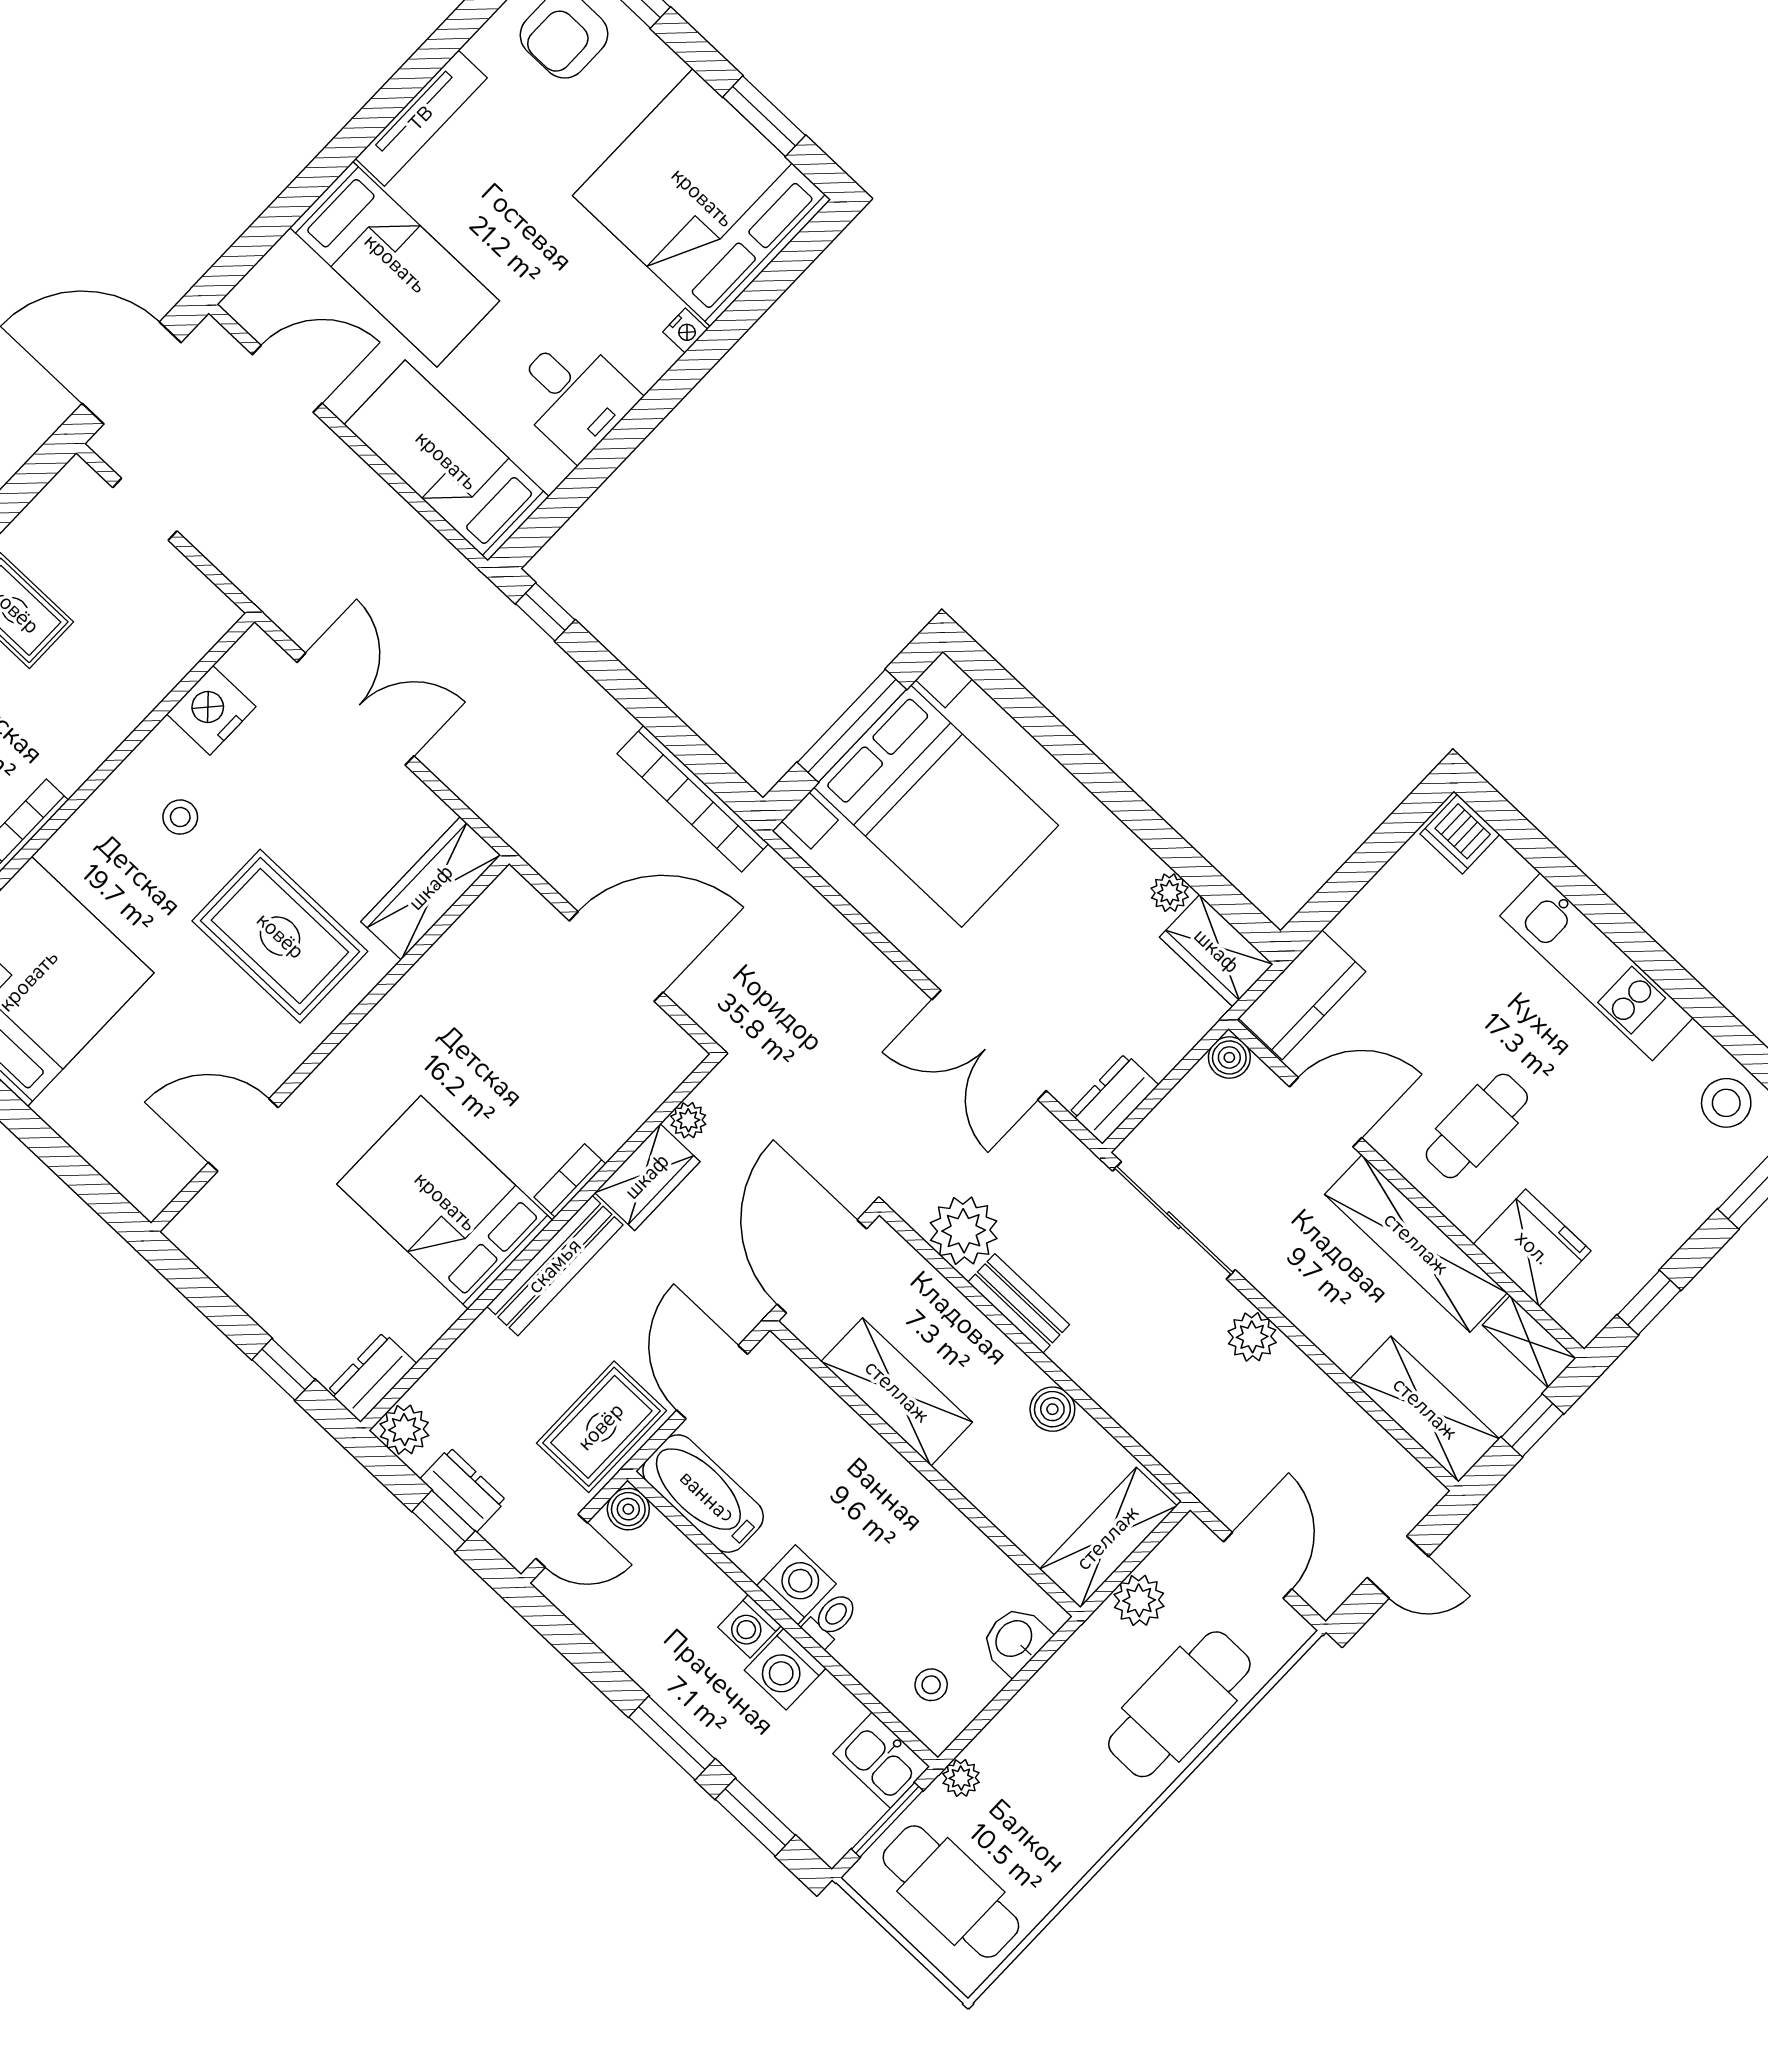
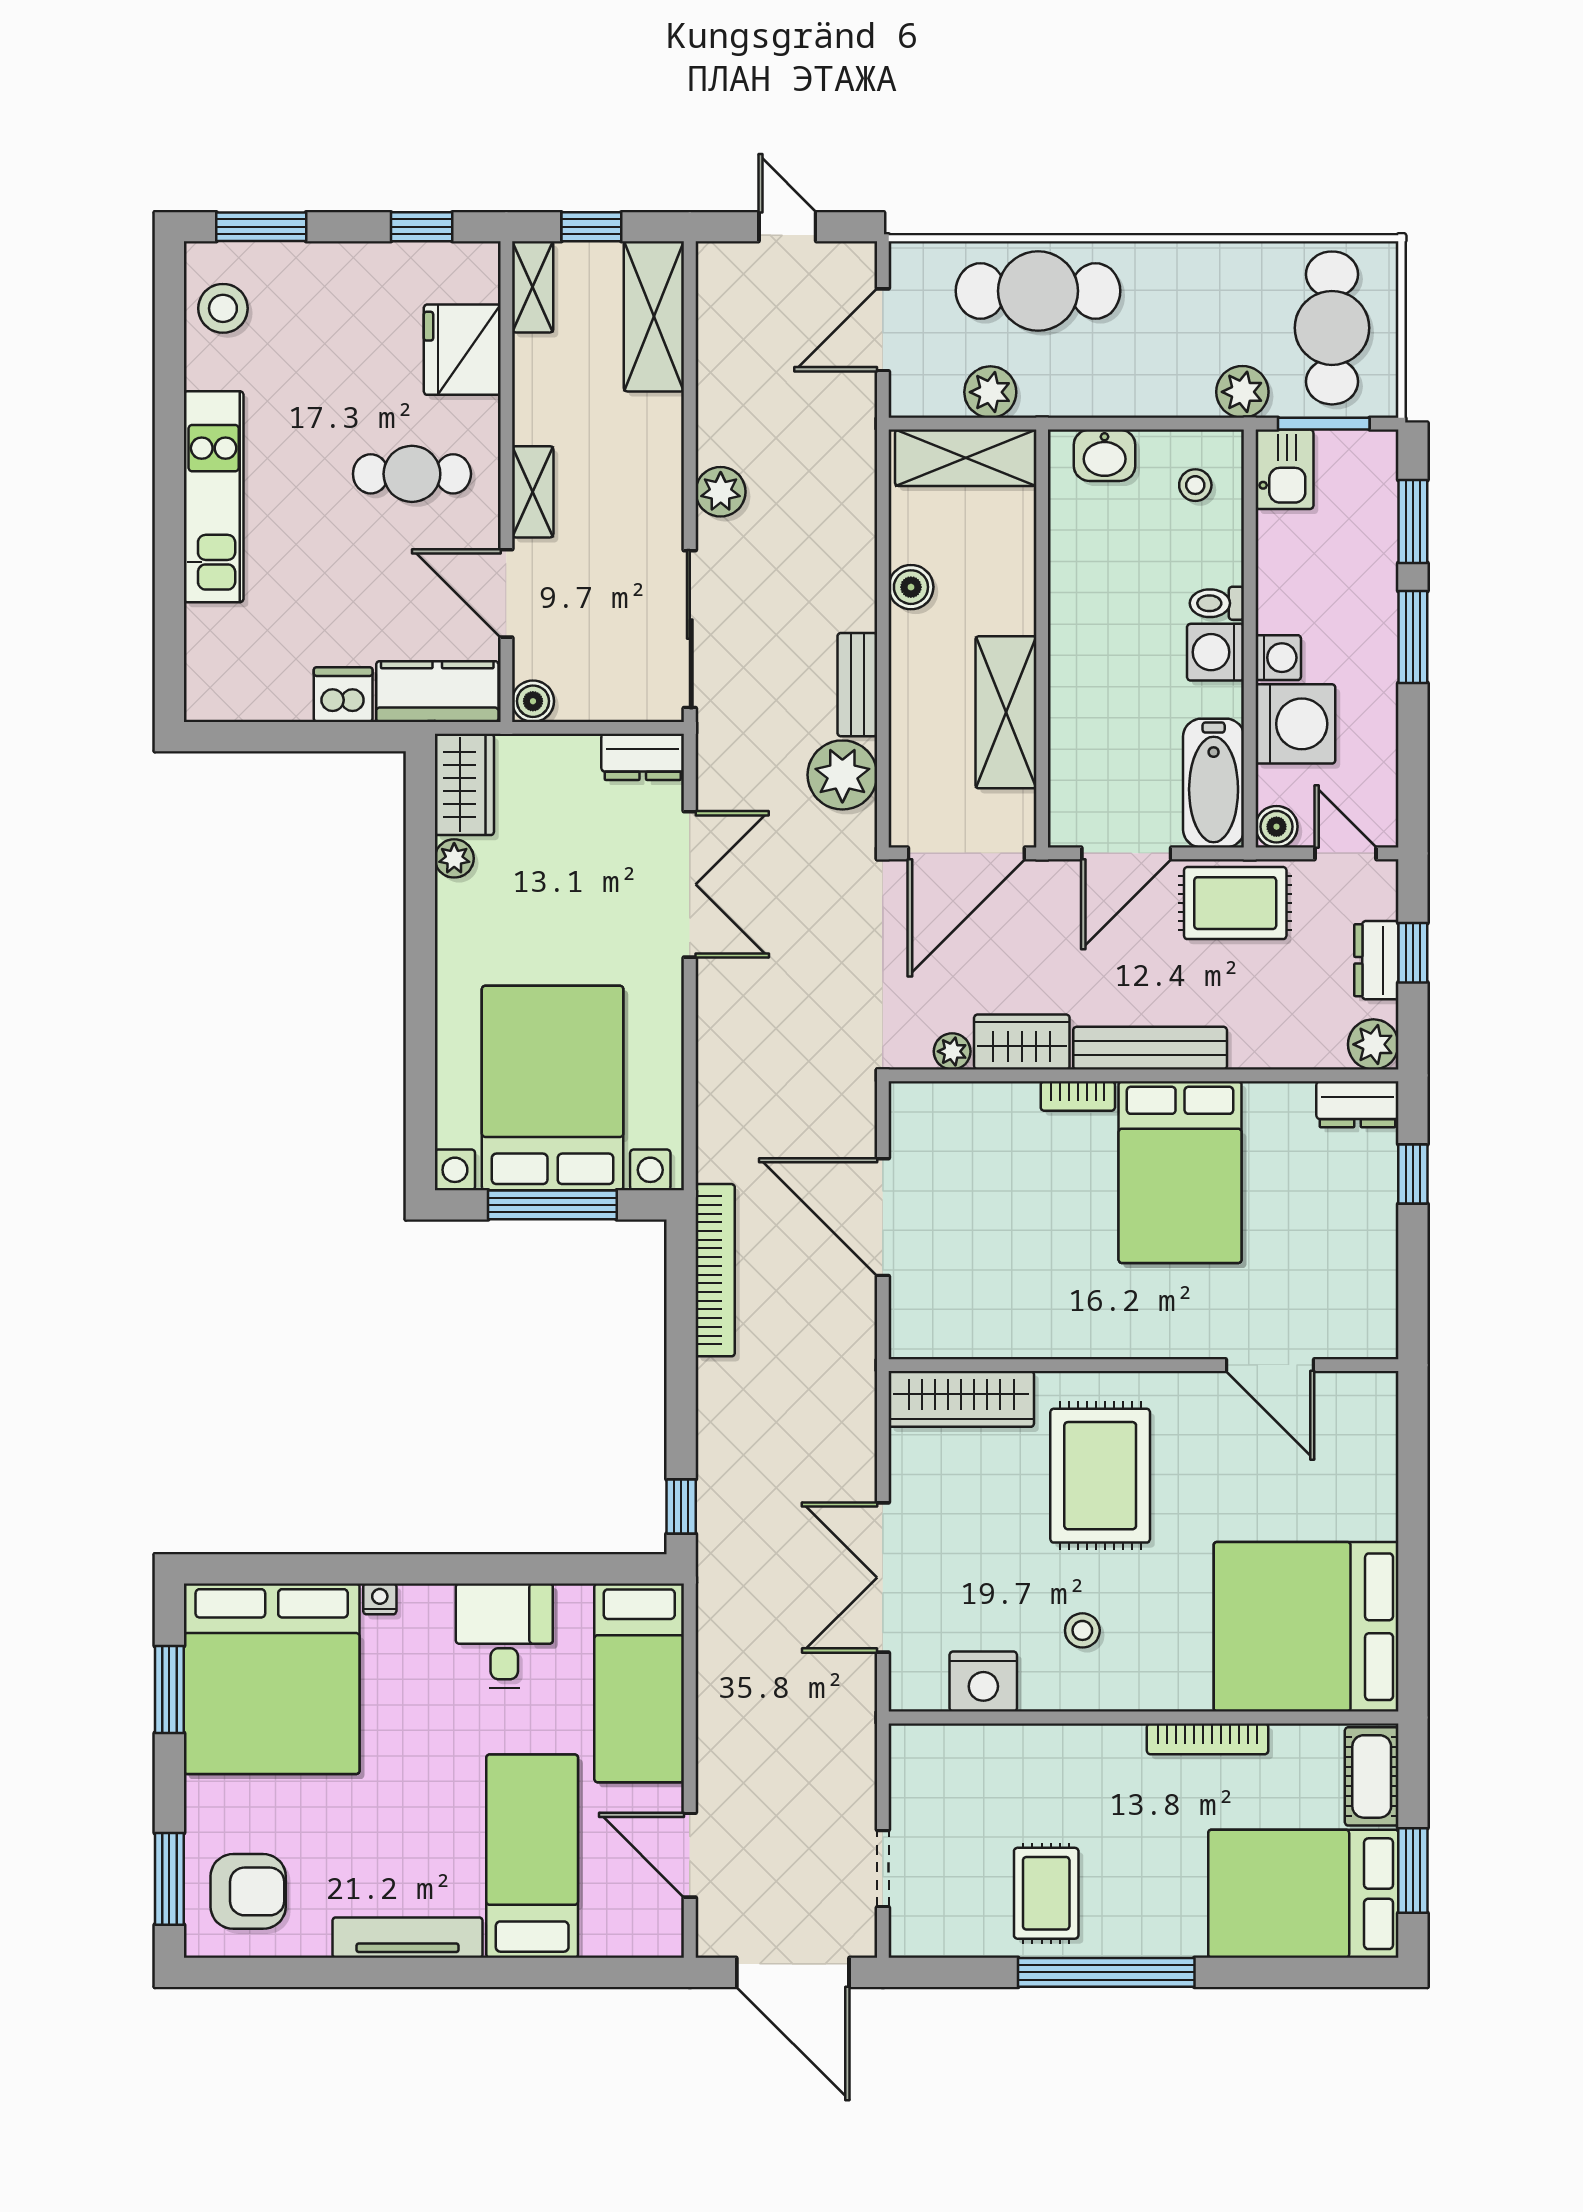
dishwasher: (1460, 834) -> (343, 695), moved, turned -90
shelving: (1416, 1244) -> (533, 492), width x0.45, depth x0.75
washing machine: (785, 1669) -> (1295, 724), moved, width x1.37, depth x1.37
plant: (961, 1778) -> (1242, 392), width x1.38, depth x1.38

